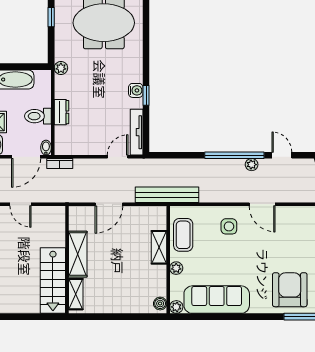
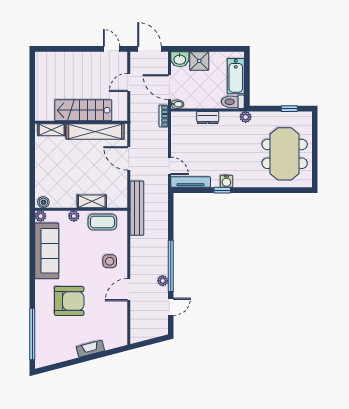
toilet: (38, 116) -> (233, 102), moved, turned -90
shelving: (78, 254) -> (95, 131), width x1.47
stairs: (53, 281) -> (83, 110), moved
armchair: (290, 290) -> (69, 301), moved

